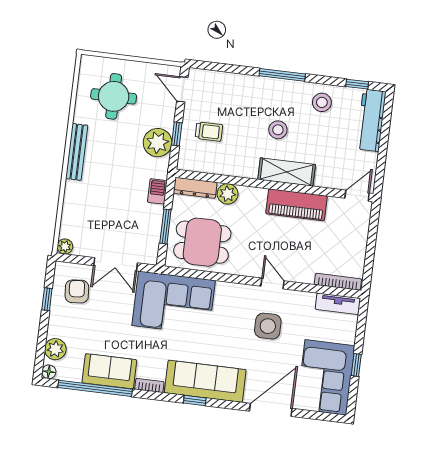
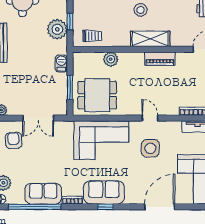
trolley: (209, 132) -> (92, 36), moved
dresser: (195, 188) -> (87, 58), removed
piano: (296, 205) -> (160, 59), width x0.73, depth x0.75
corner sofa: (174, 303) -> (101, 140), moved
sofa: (205, 381) -> (104, 192), width x0.73

